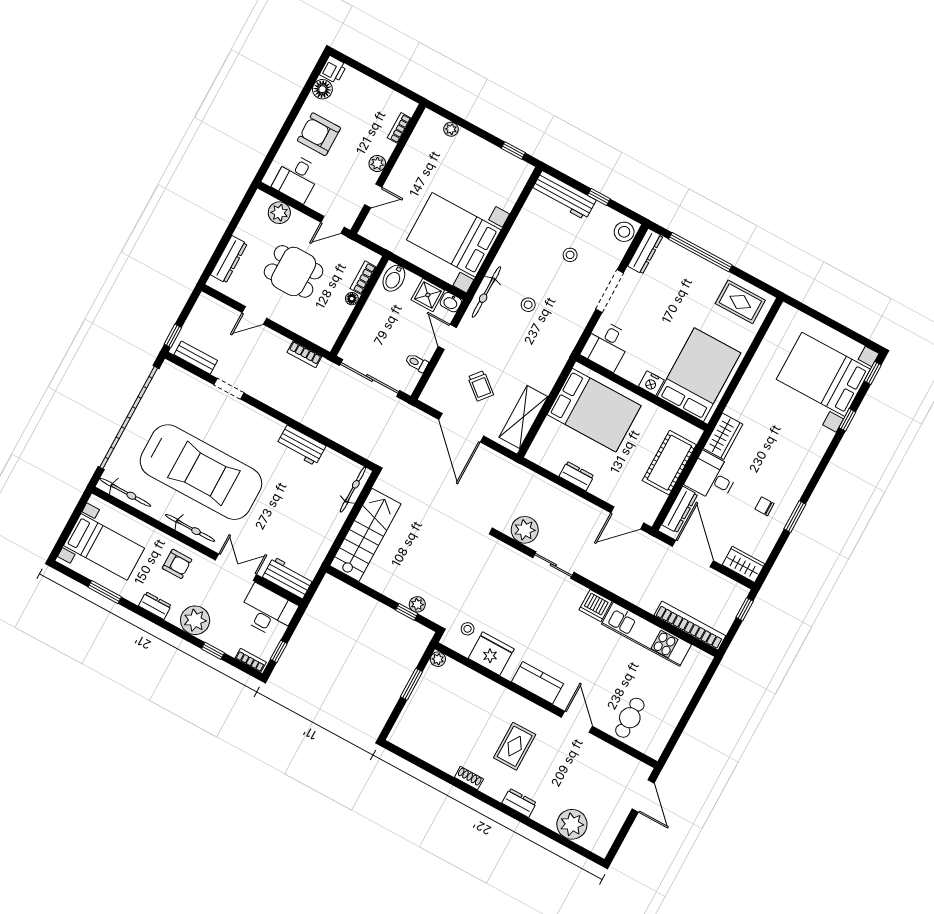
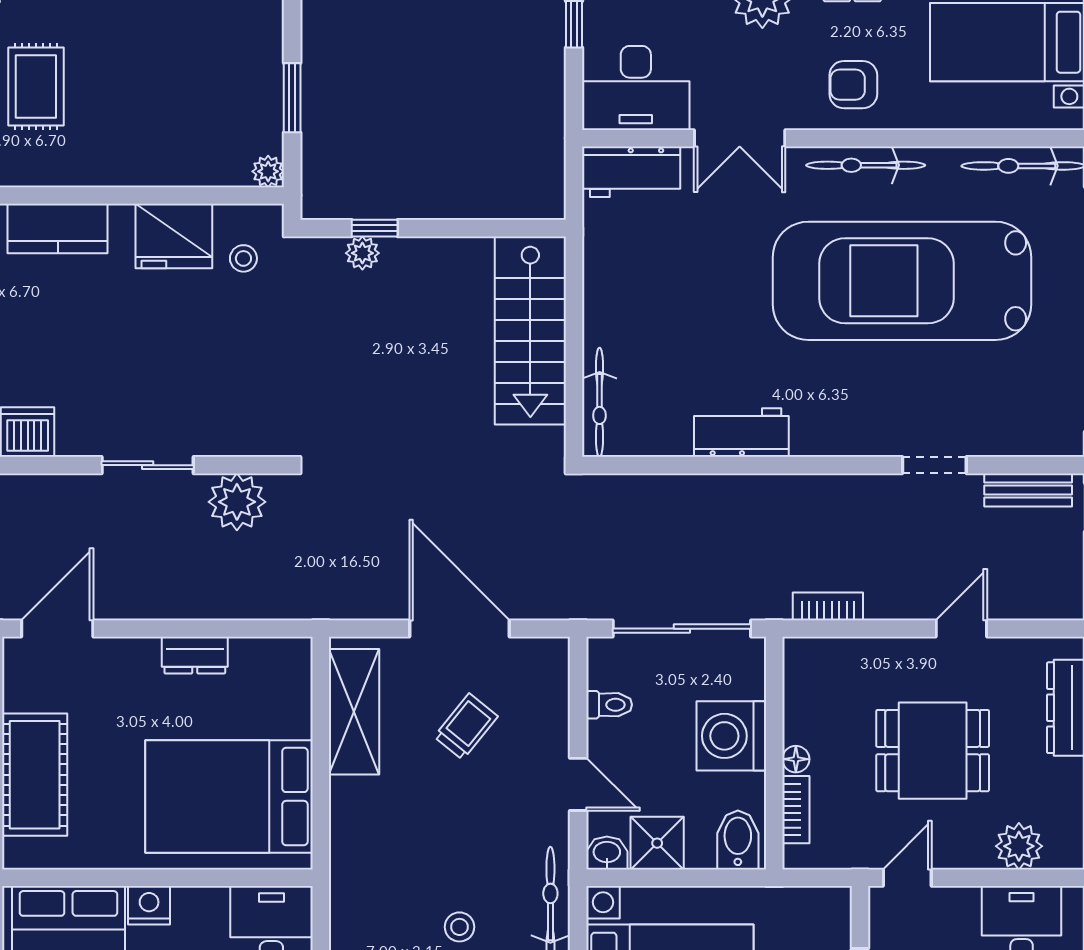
washing machine: (373, 323) -> (731, 736), added
trolley: (481, 386) -> (466, 727), turned 89

